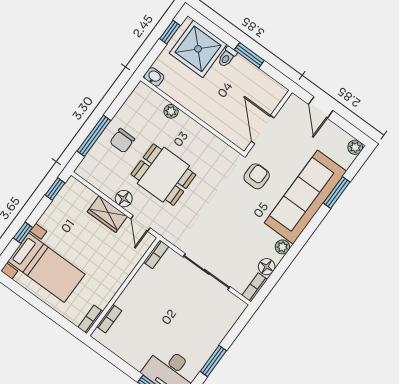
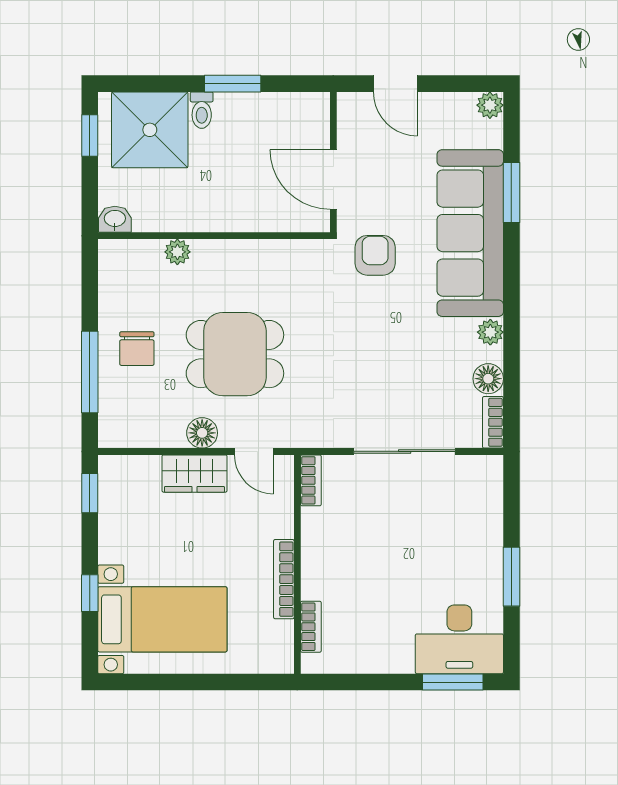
bookcase: (90, 319) -> (284, 579), moved, width x1.56

